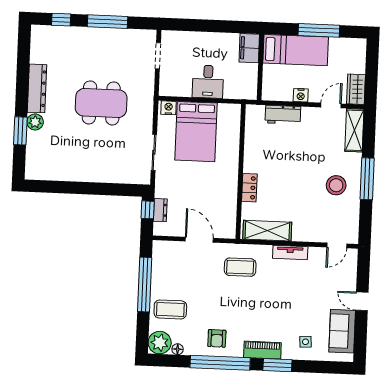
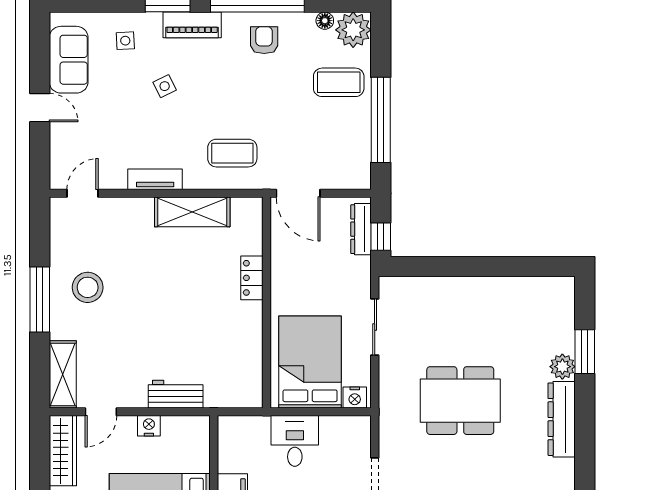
wardrobe: (356, 89) -> (63, 451), width x1.50
wall: (241, 172) -> (267, 303), moved
locker: (249, 188) -> (252, 278), moved
dresser: (160, 210) -> (361, 229), width x1.44
side table: (282, 312) -> (165, 86), added

